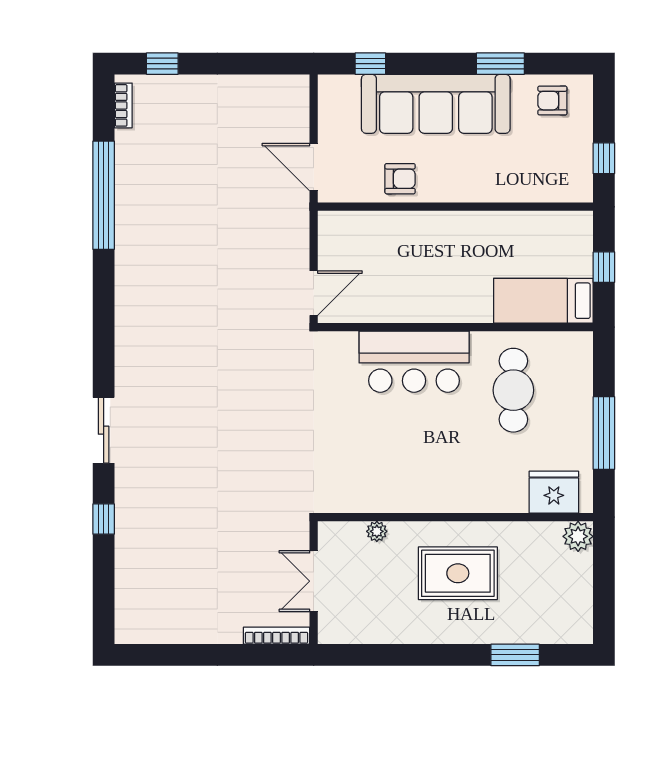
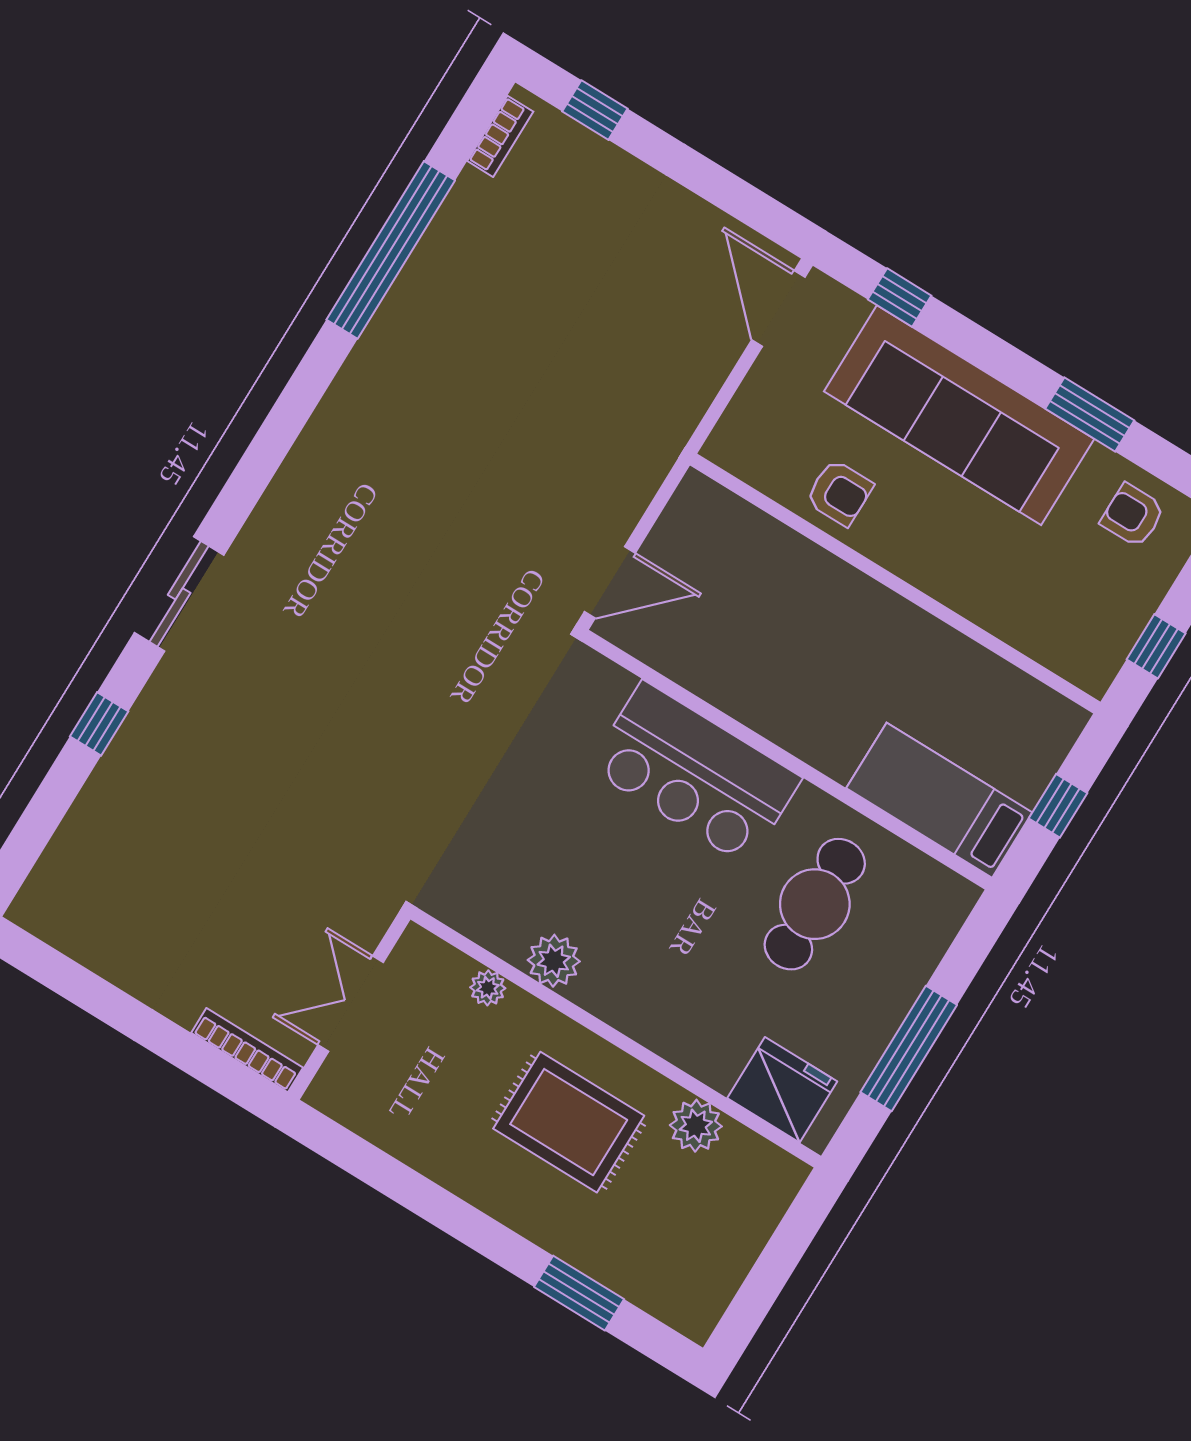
door: (314, 167) -> (778, 309), moved
plant: (401, 498) -> (554, 961), added
plant: (578, 536) -> (696, 1126), moved

